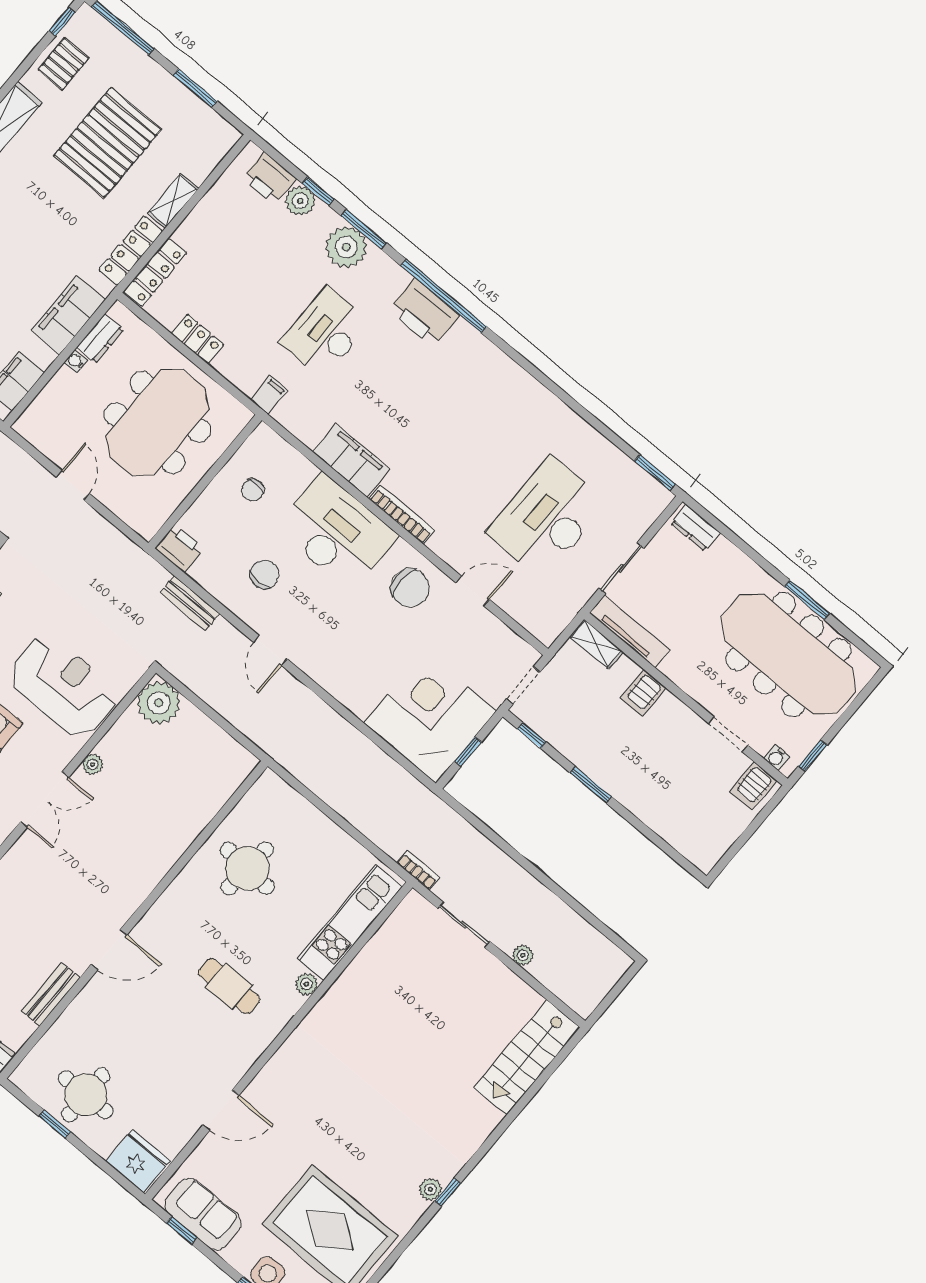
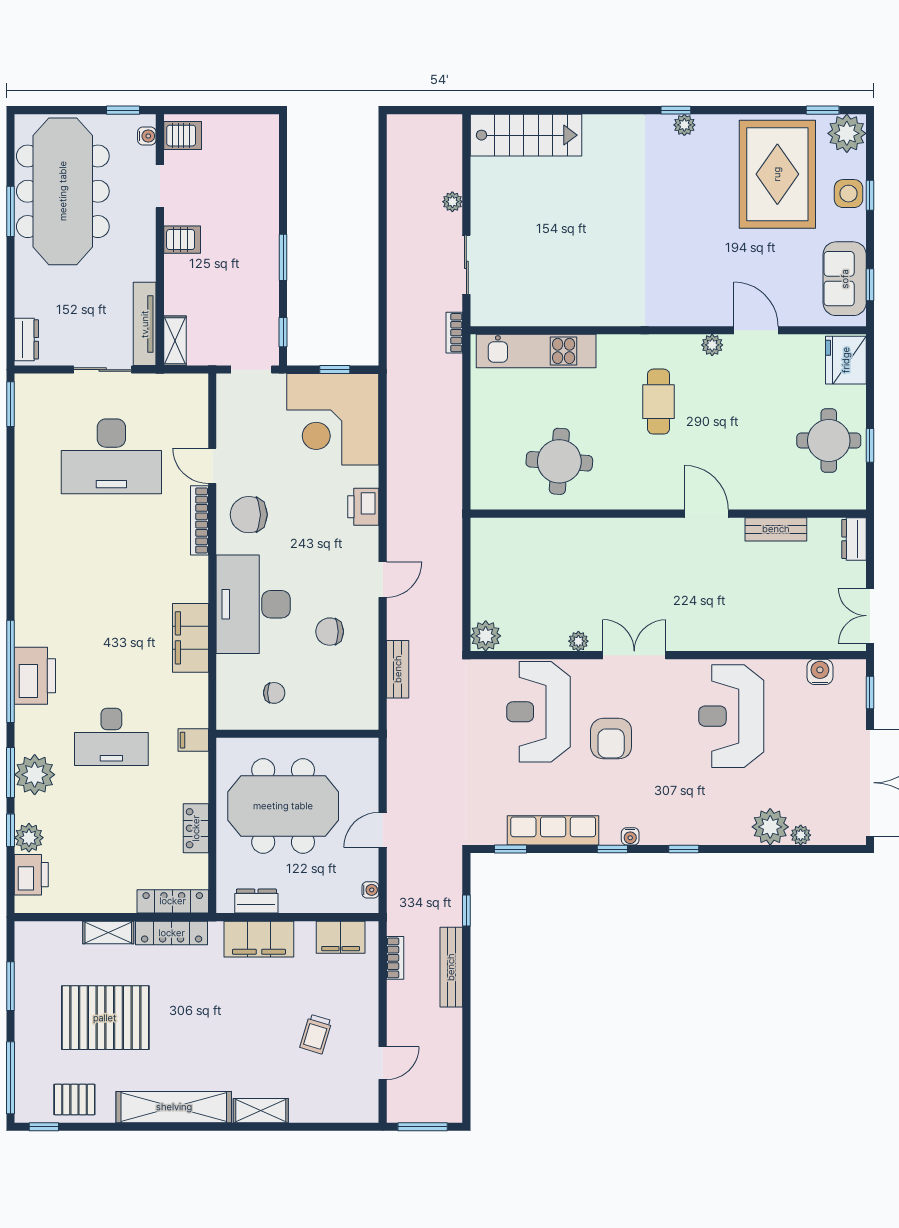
water cooler: (76, 361) -> (370, 890), moved, turned -90
bookcase: (402, 515) -> (199, 520), moved
printer: (179, 548) -> (363, 507), moved
chair: (410, 588) -> (249, 515), turned -90
server rack: (643, 693) -> (182, 240), moved
plant: (159, 703) -> (486, 636), width x0.73, depth x0.73
plant: (307, 984) -> (712, 345), moved

